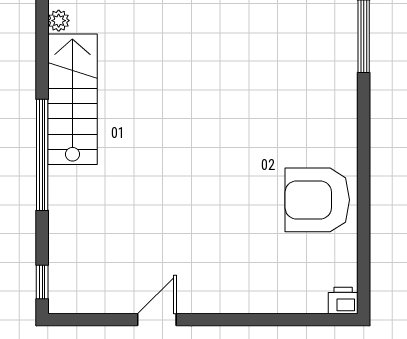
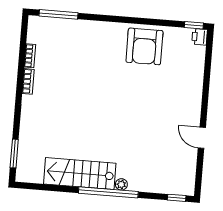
plant: (59, 21) -> (121, 184), moved
window: (364, 288) -> (194, 25), added

